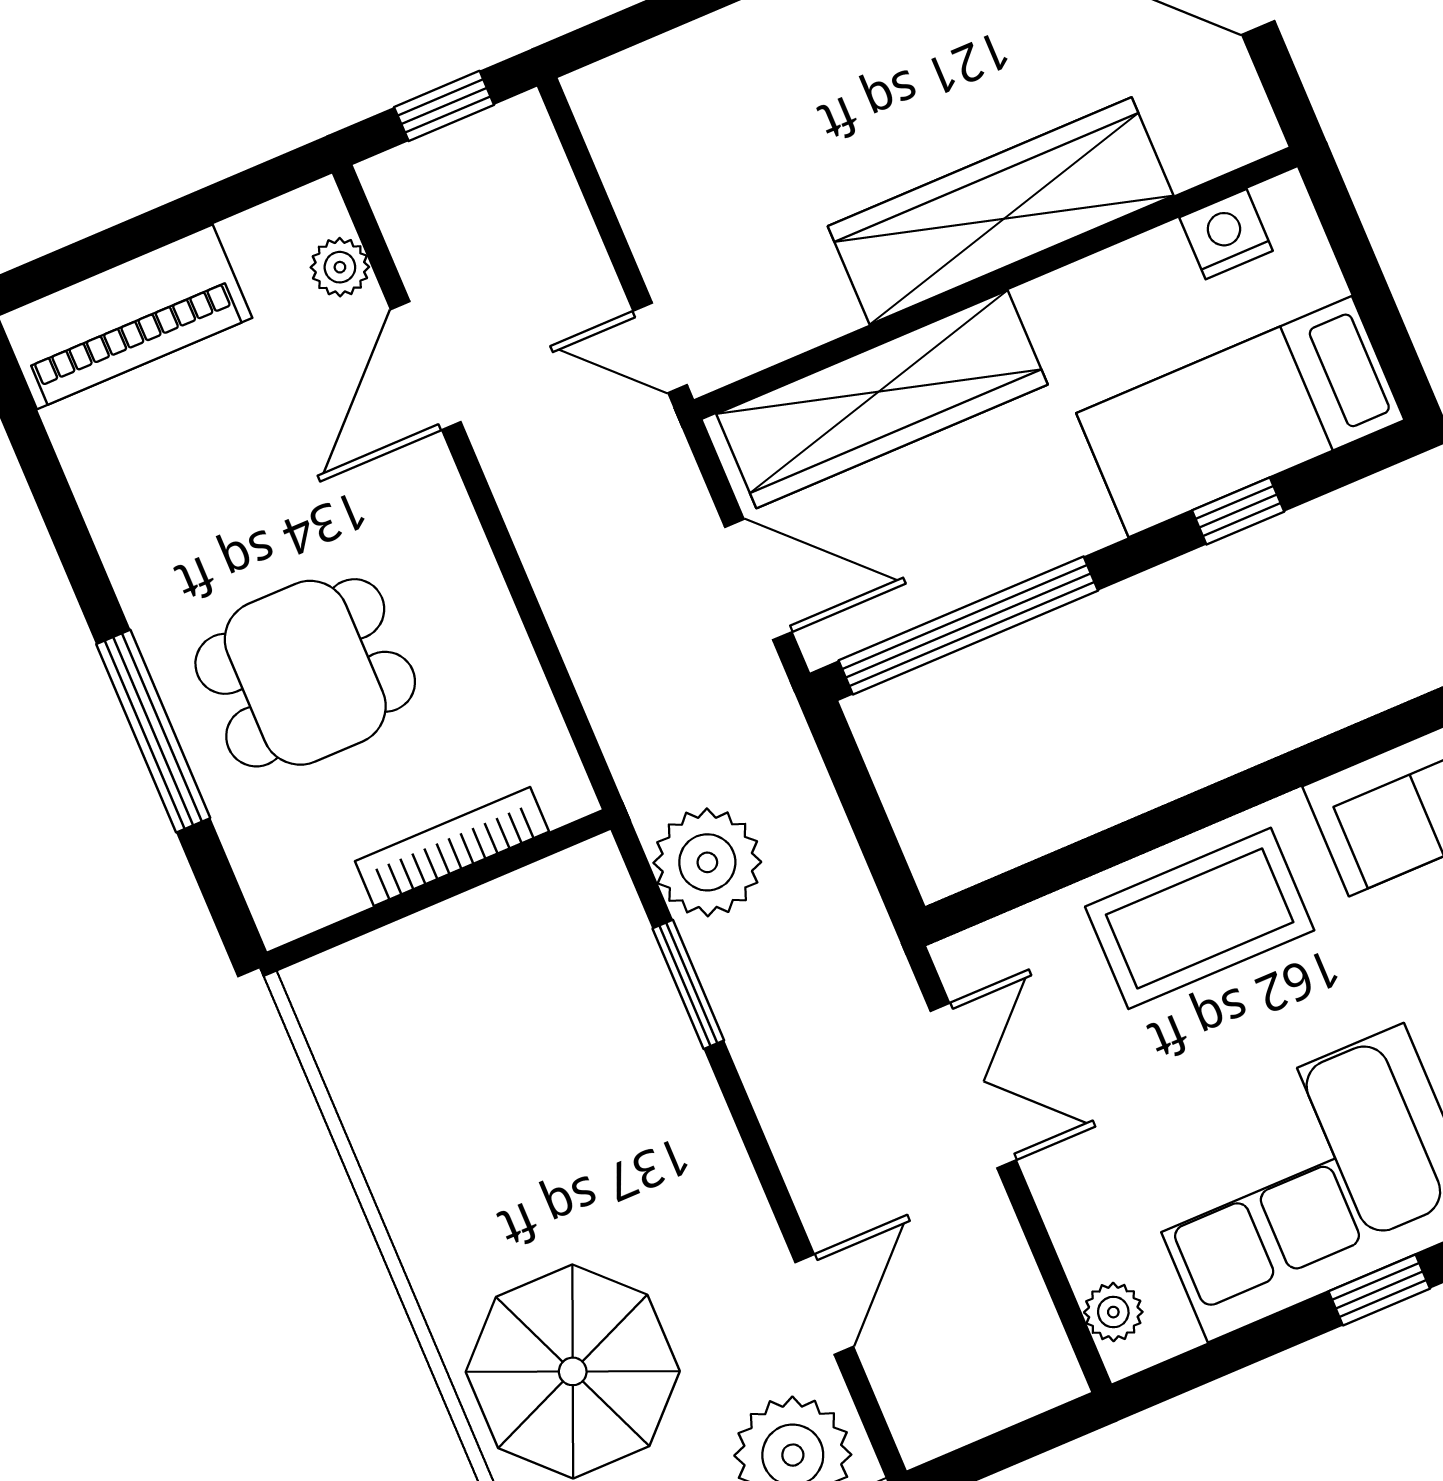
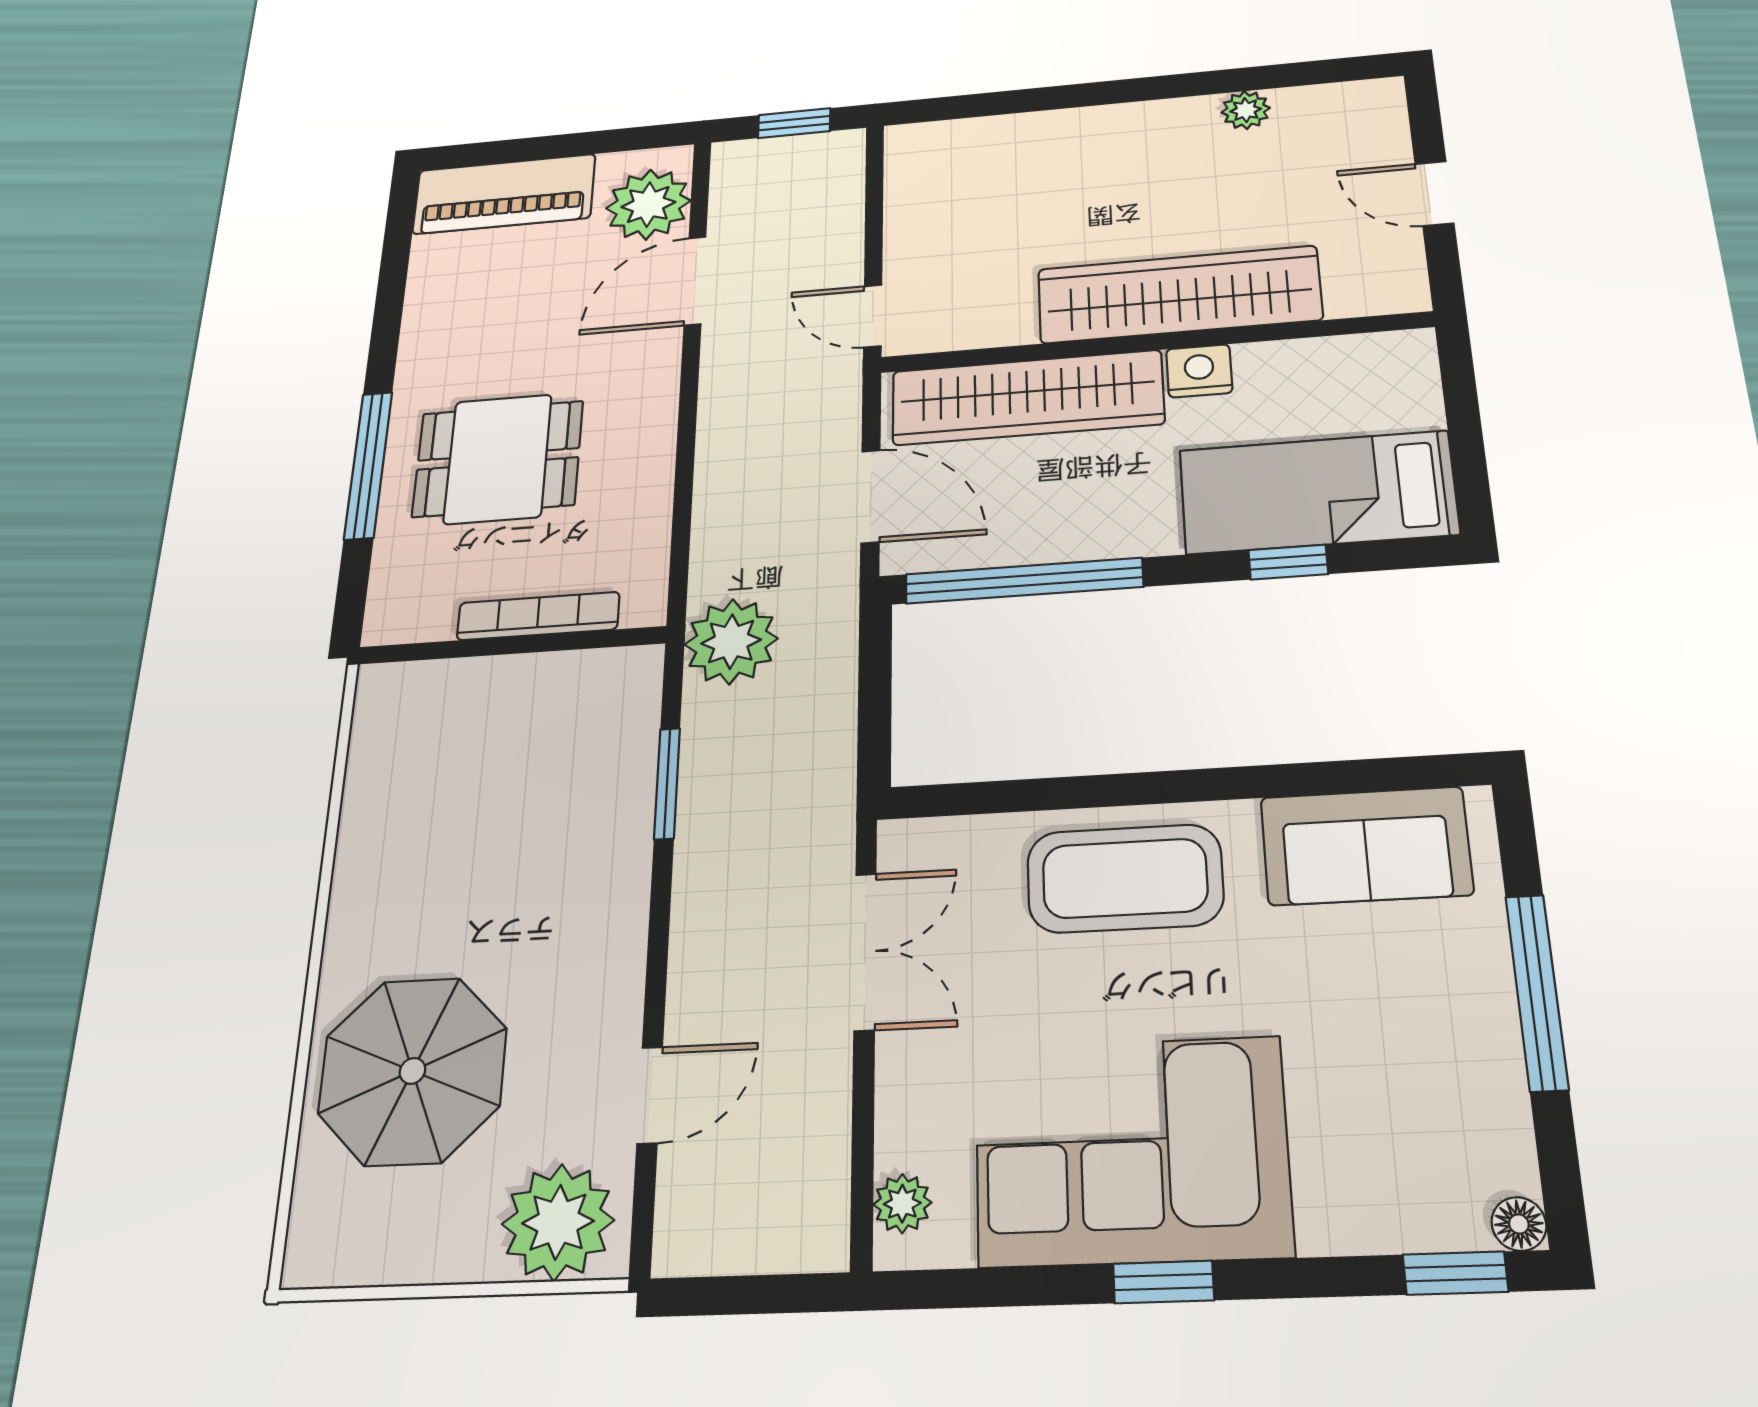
nightstand: (1226, 234) -> (1199, 371), moved
plant: (340, 267) -> (648, 205), width x1.88, depth x1.88
plant: (707, 862) -> (731, 642), moved

